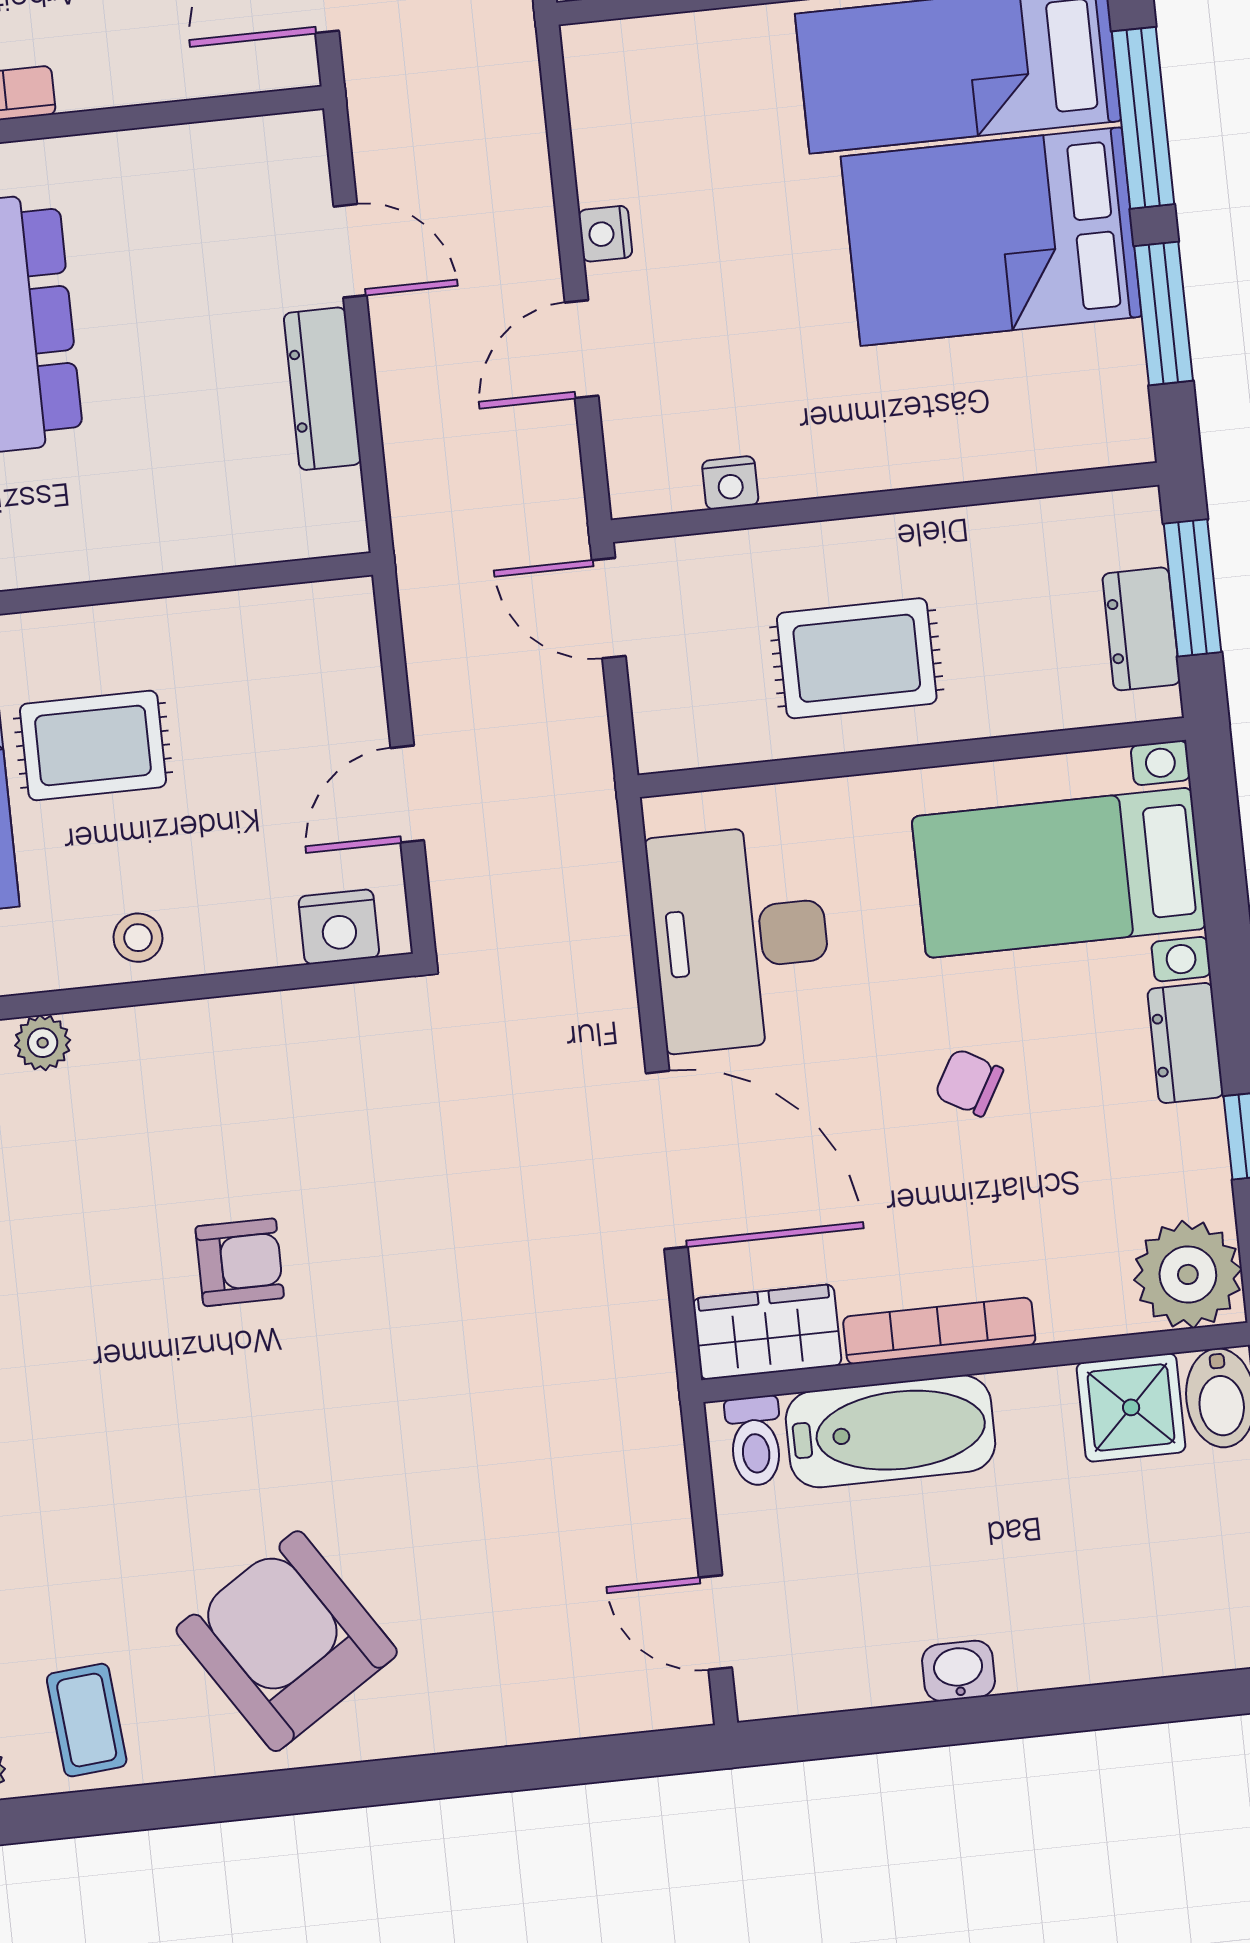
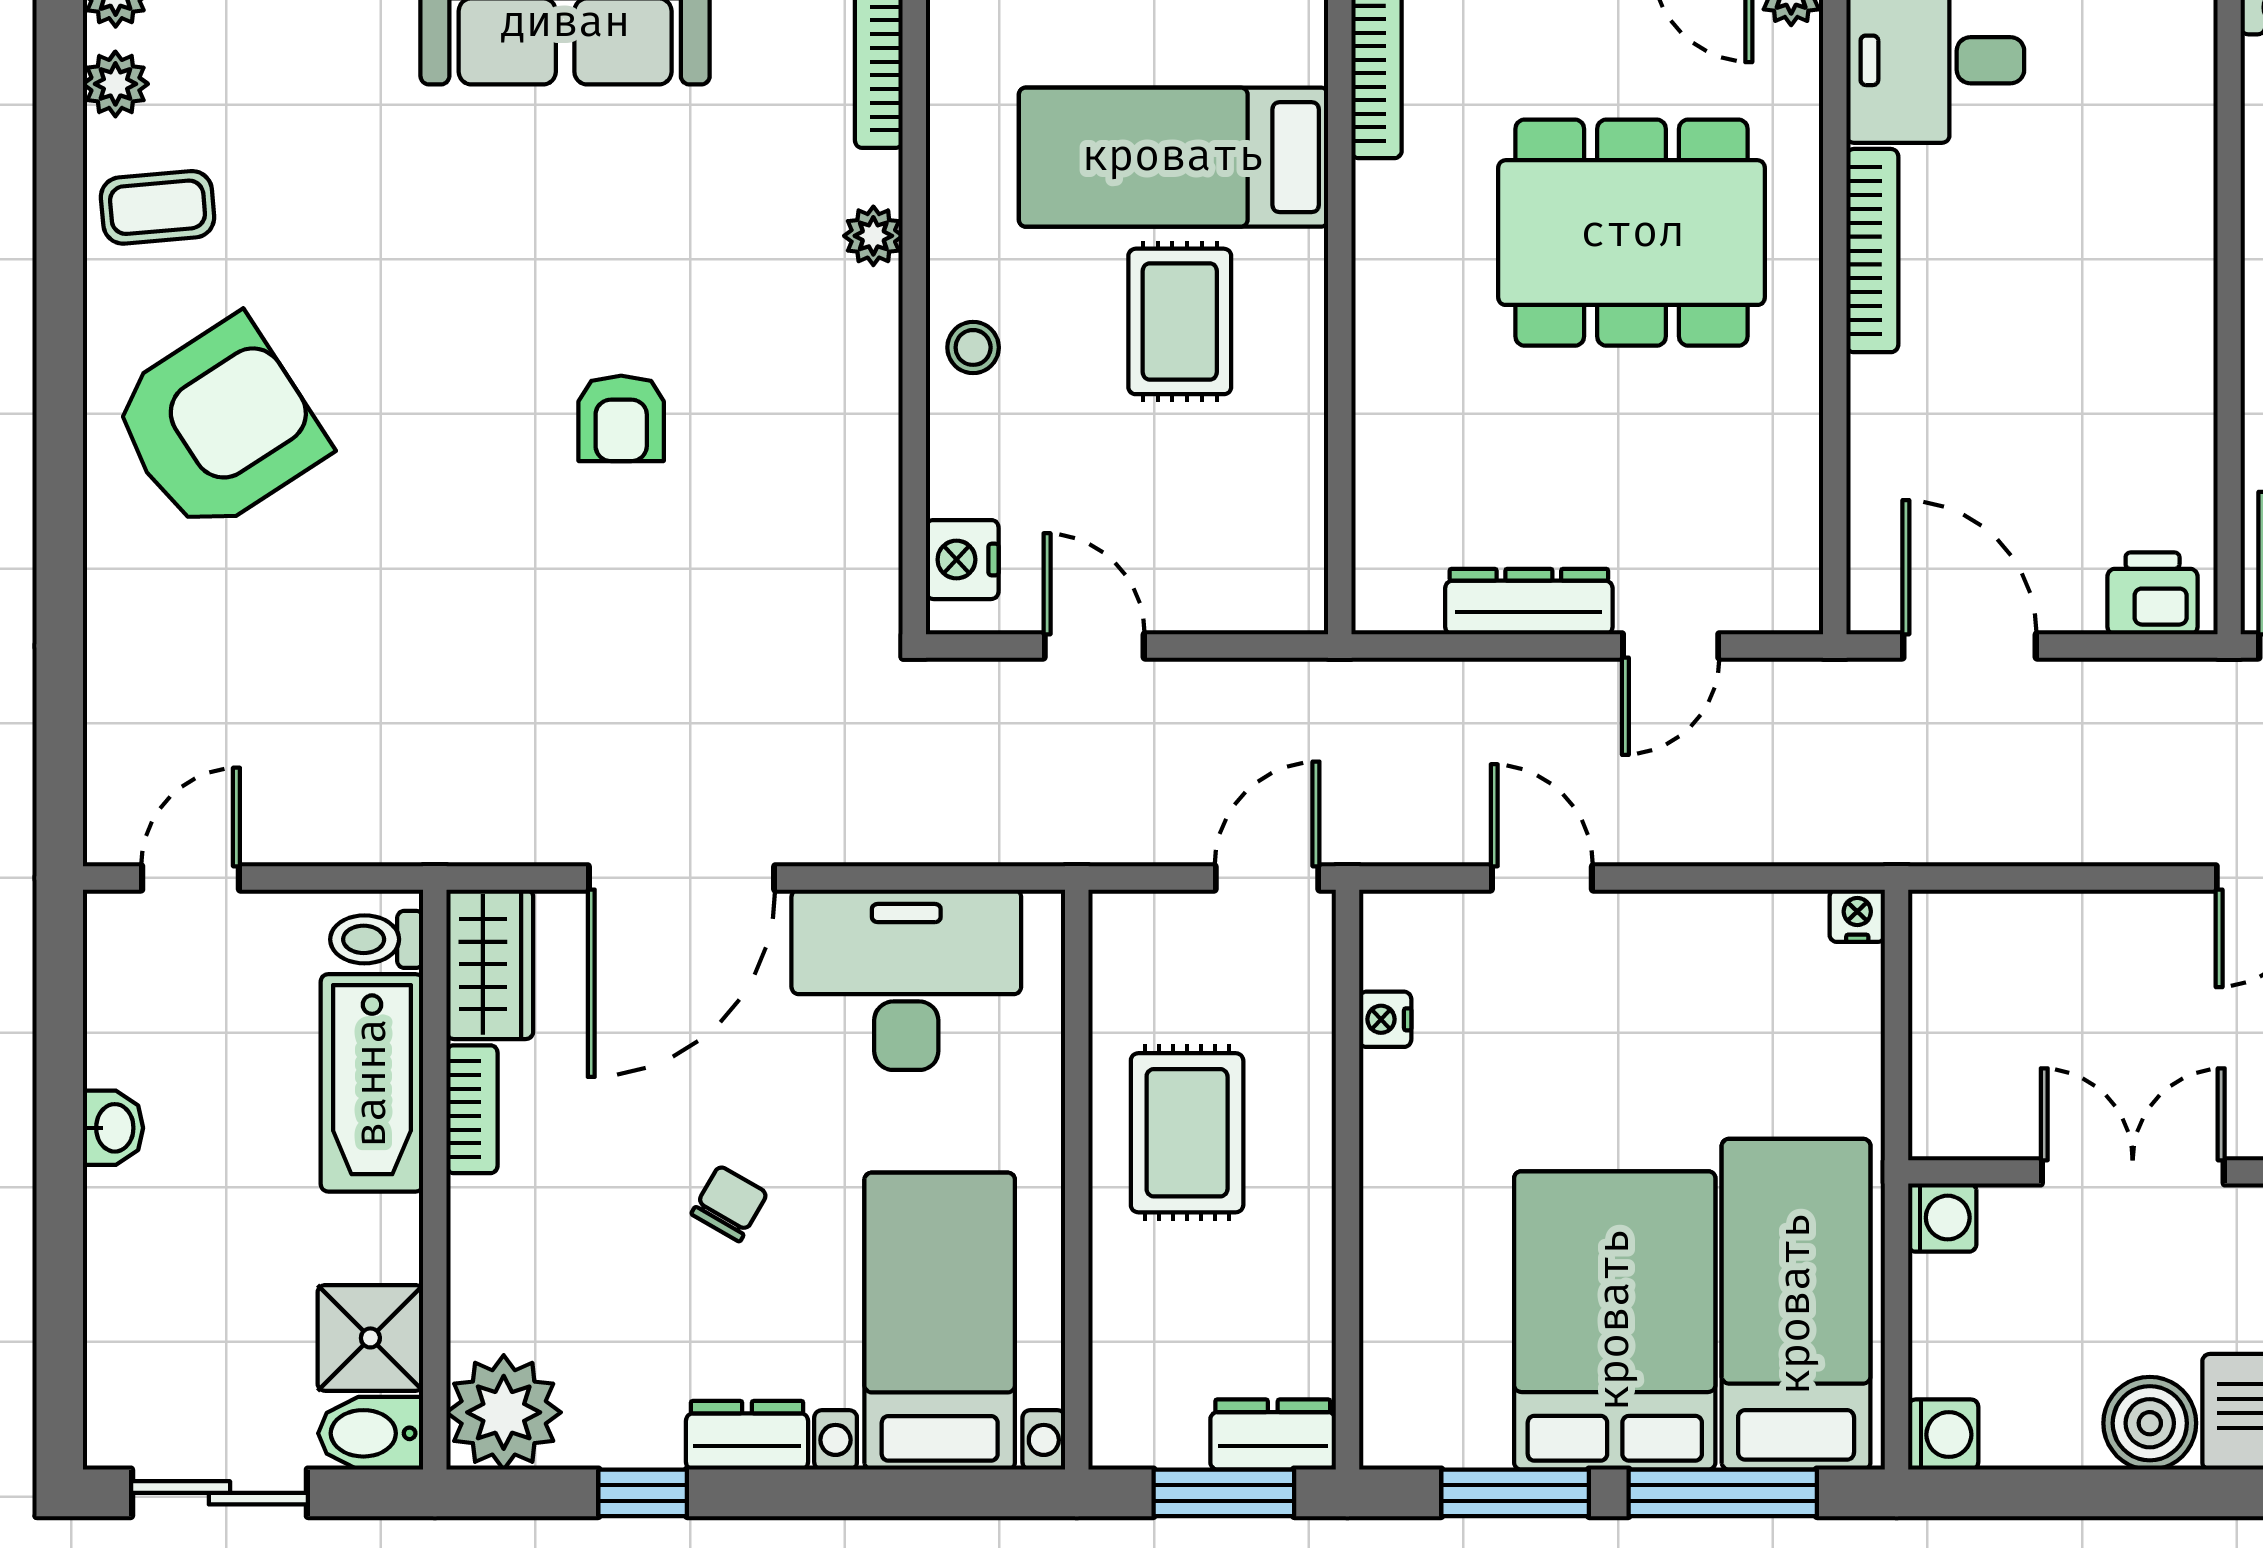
nightstand: (605, 234) -> (1857, 916), moved
dresser: (1141, 629) -> (1273, 1435), moved
bookcase: (939, 1331) -> (472, 1109), width x0.64

